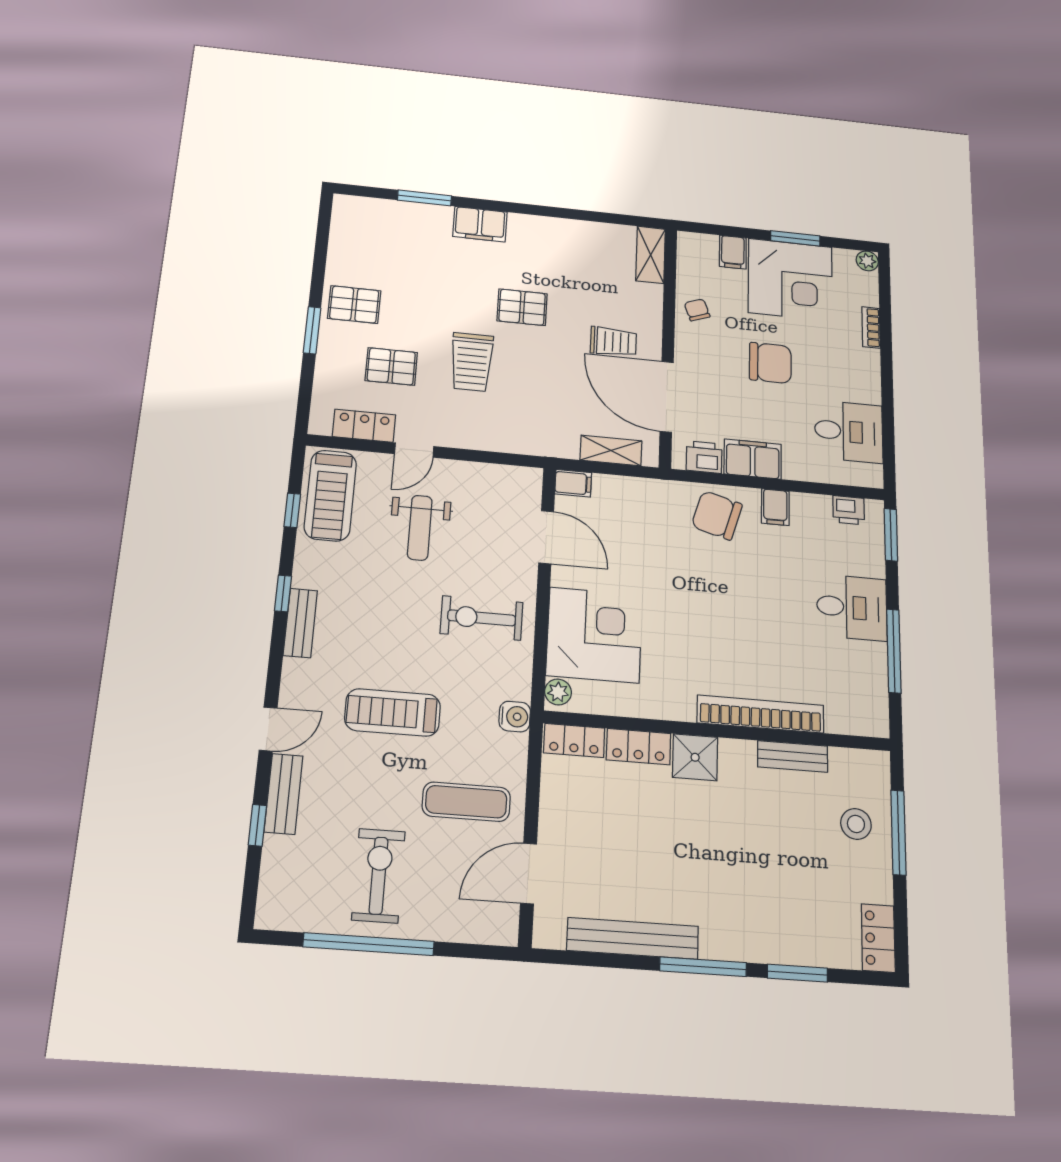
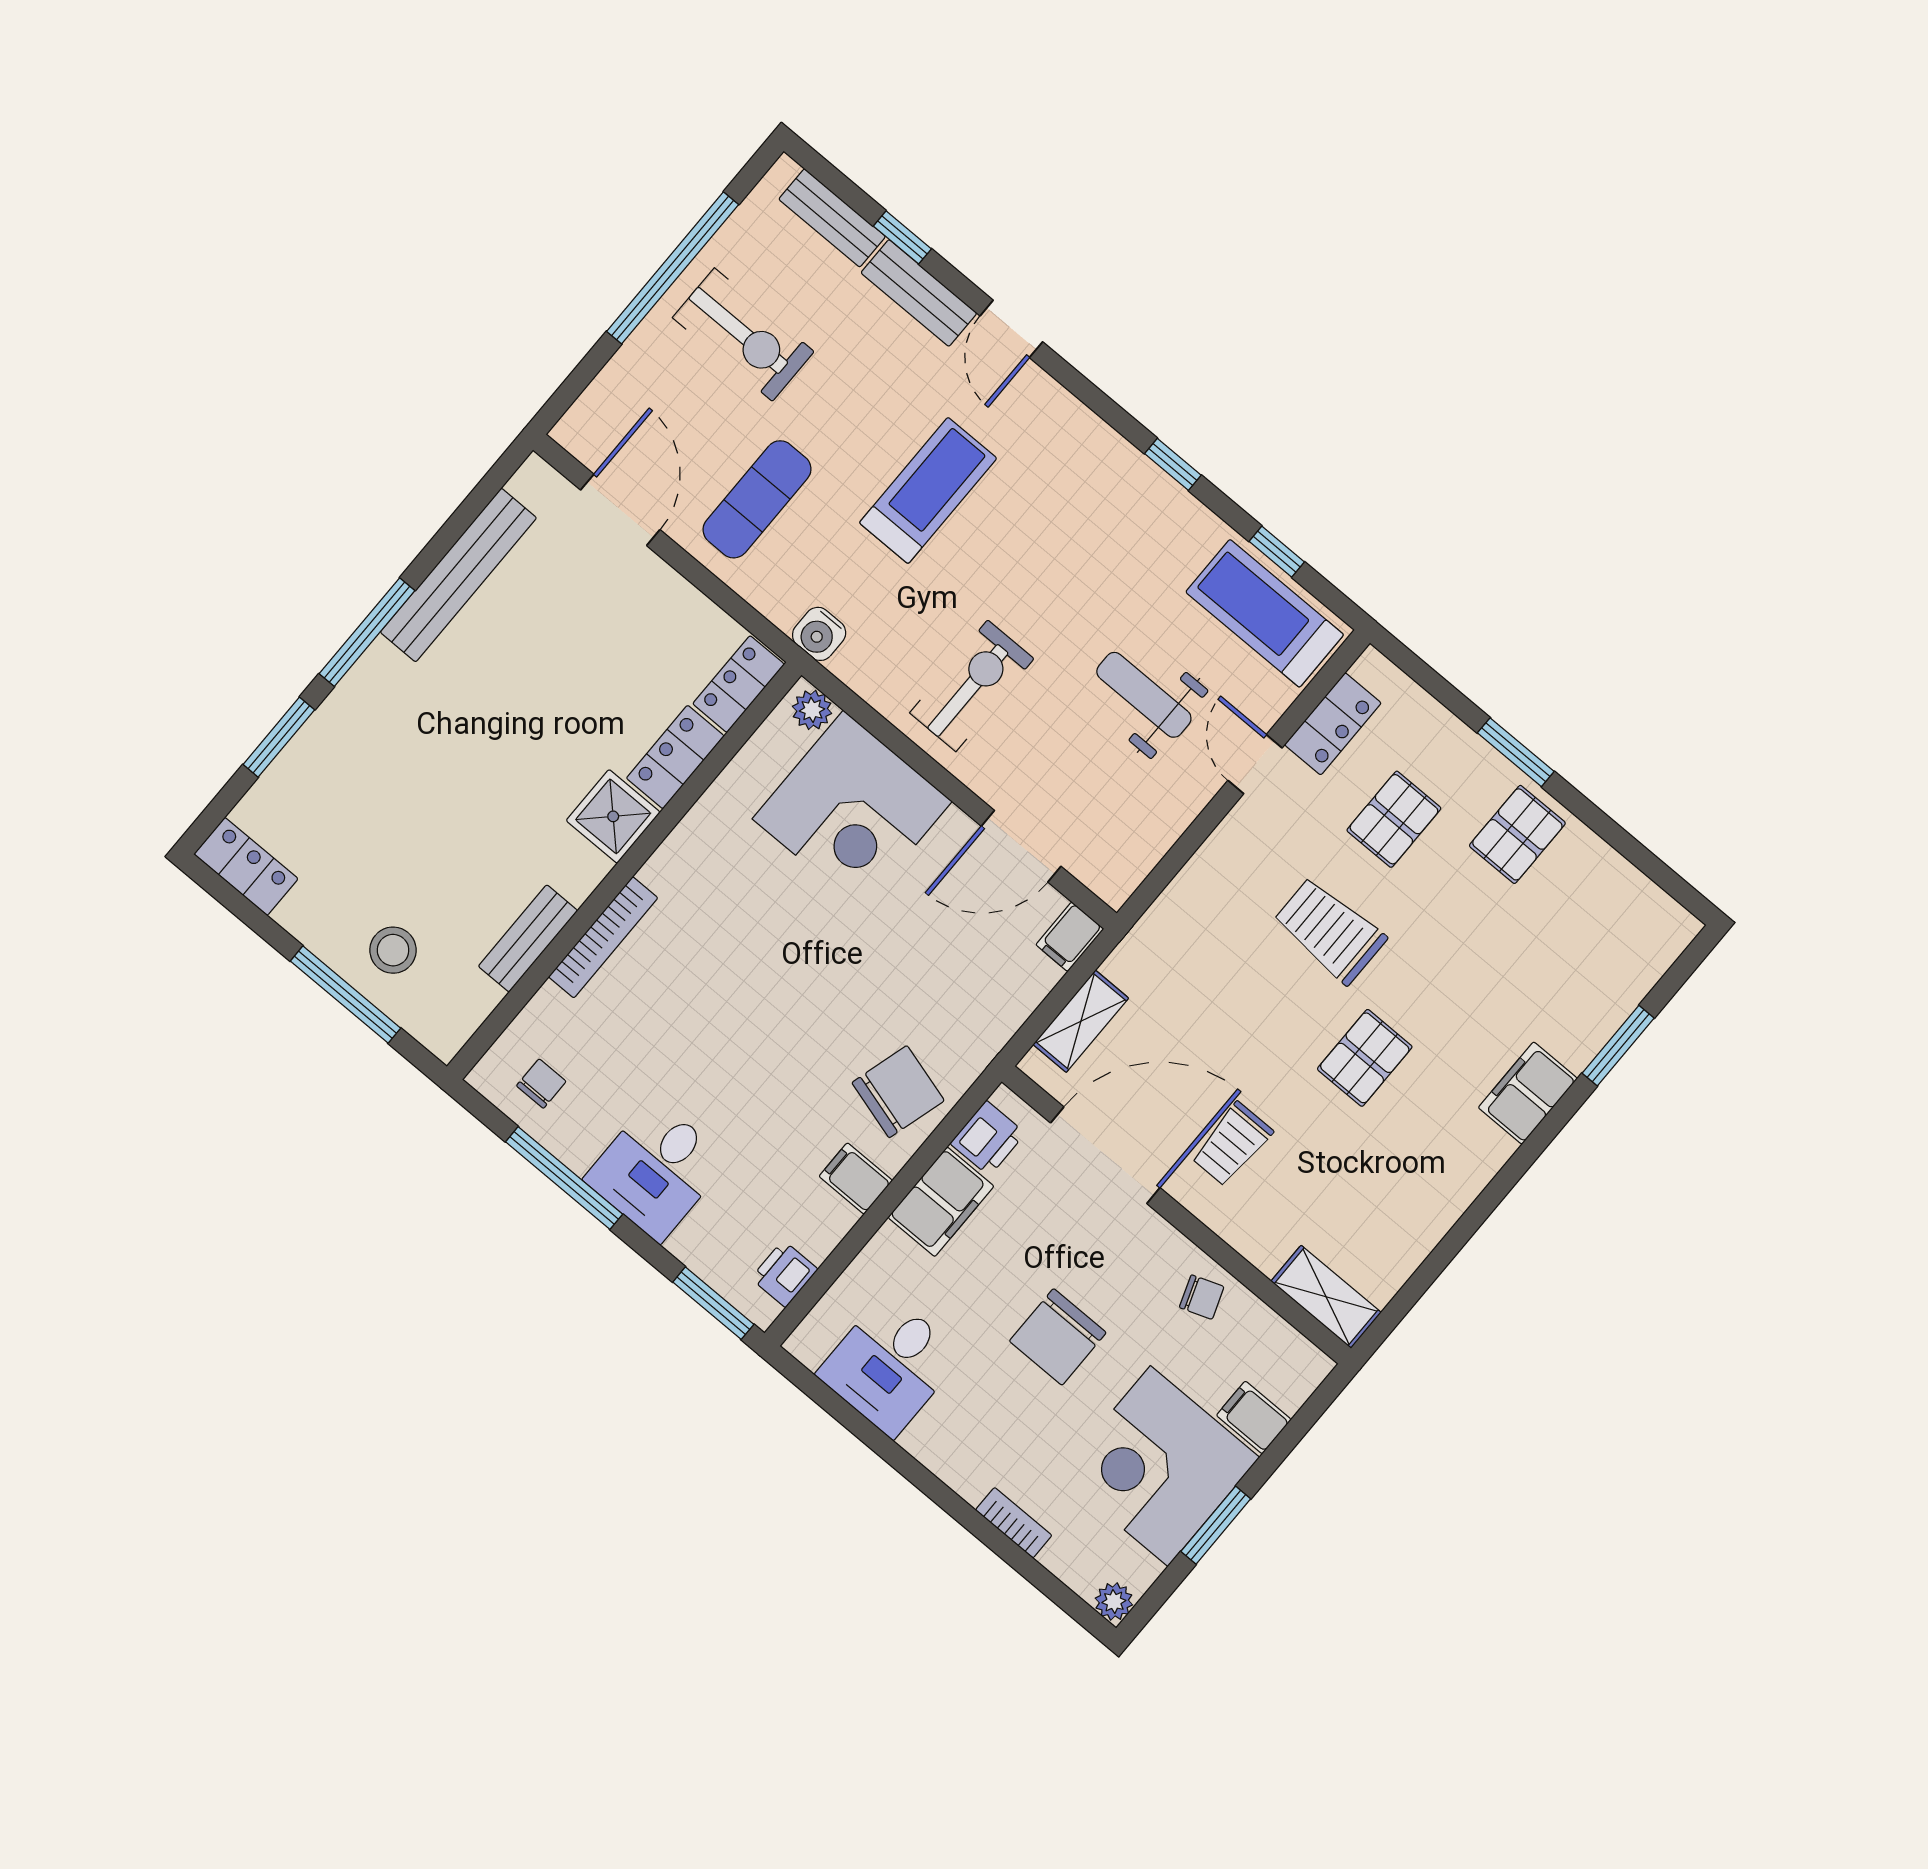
bench: (300, 623) -> (832, 218), moved
chair: (858, 696) -> (541, 1084), added
bookcase: (761, 714) -> (603, 937), width x0.68, depth x0.76

